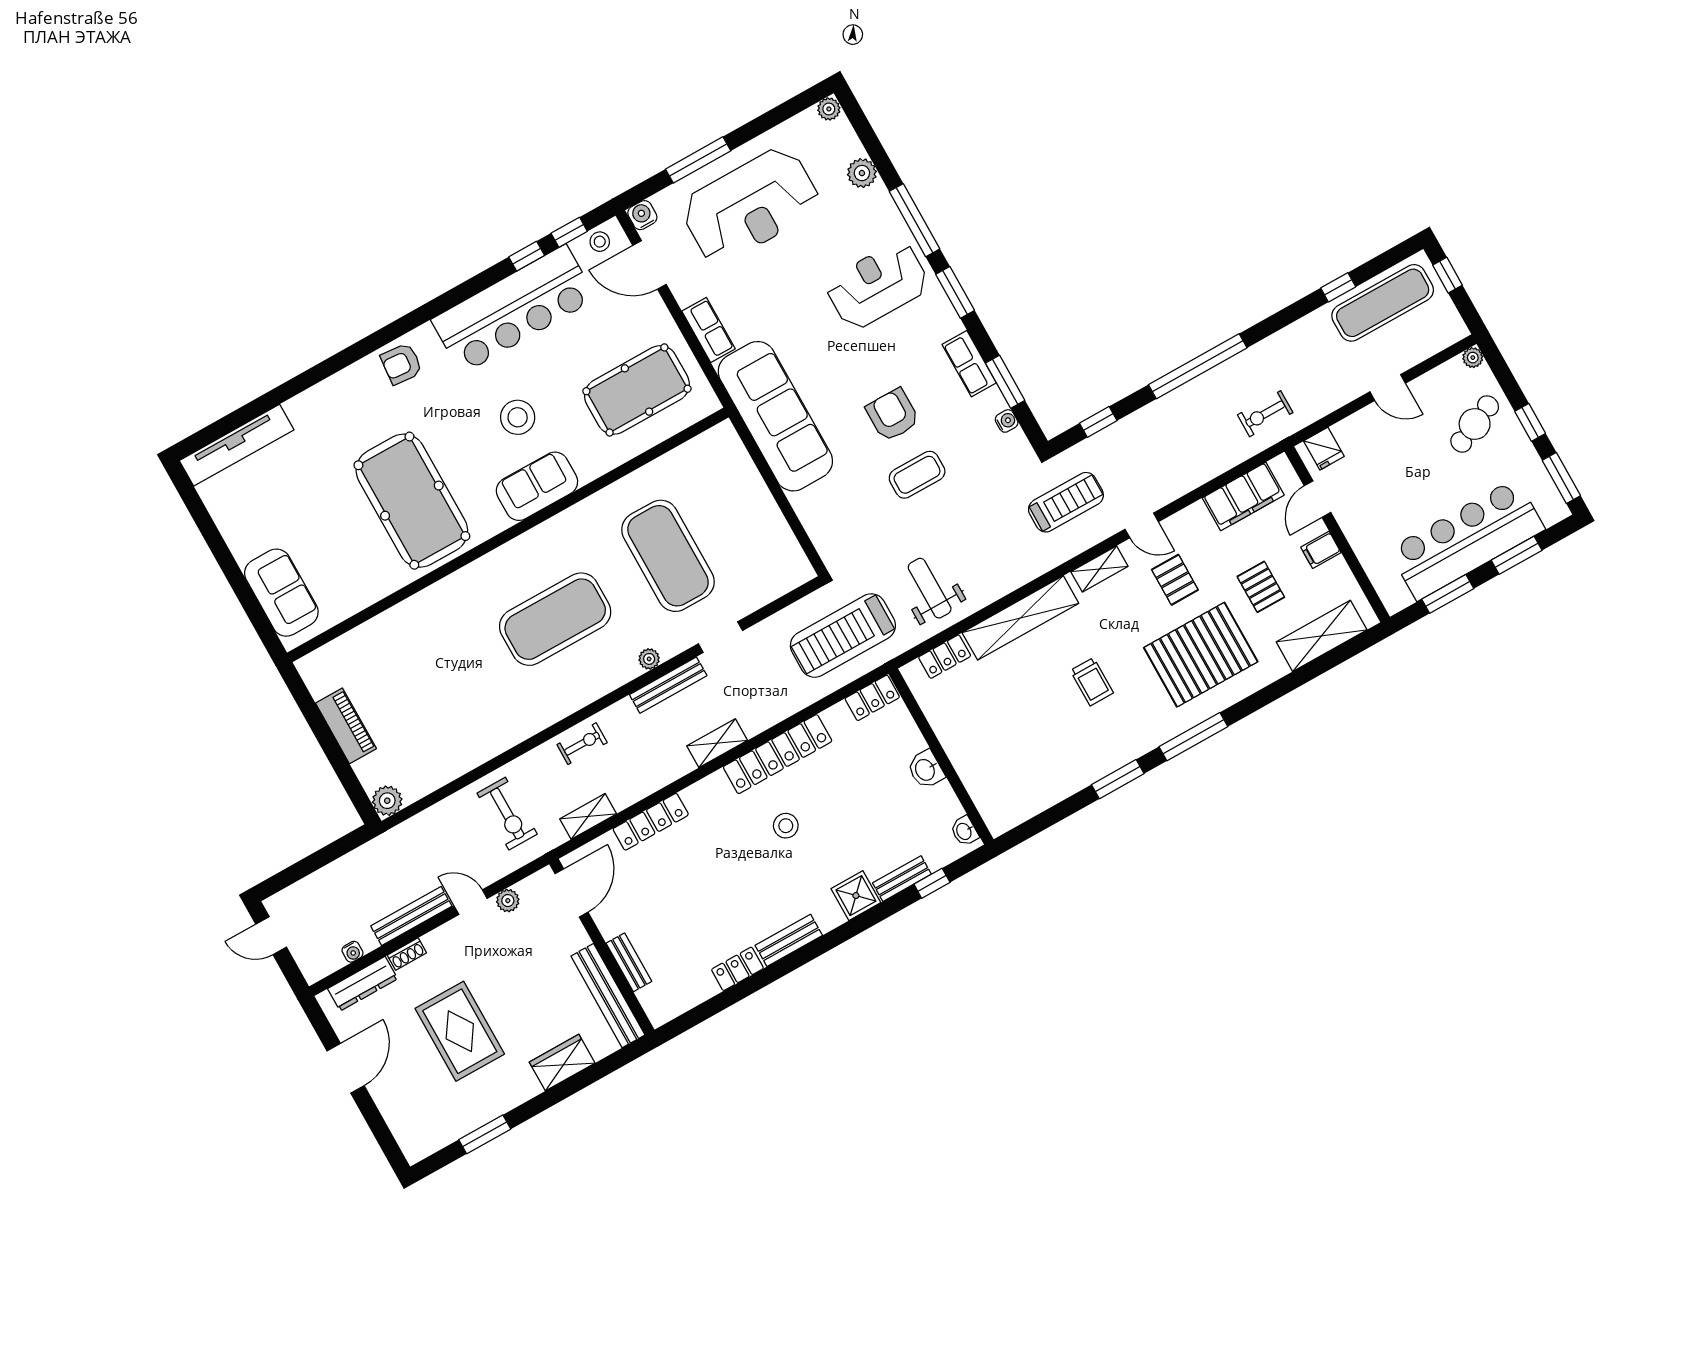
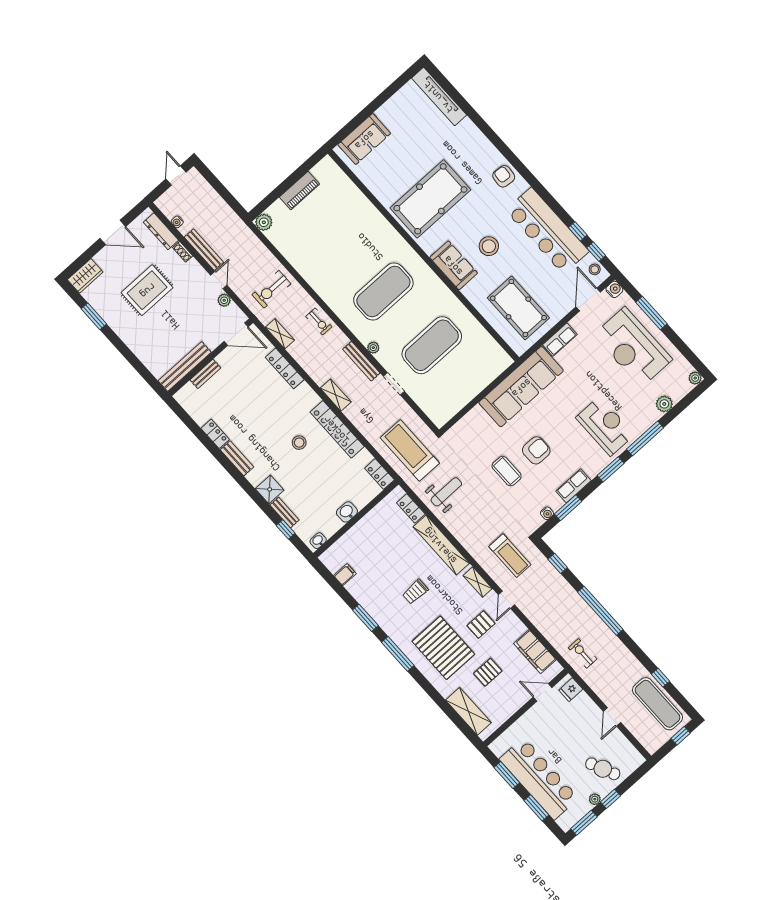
plant: (1473, 358) -> (595, 799), moved
filing cabinet: (1321, 550) -> (345, 575), moved, turned 90
exercise mat: (555, 619) -> (383, 291), turned 90
wardrobe: (562, 1063) -> (85, 276), moved, turned 90

